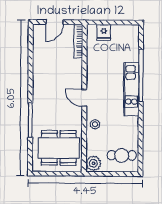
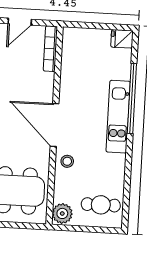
fridge: (104, 32) -> (122, 39), moved, turned 90
door: (84, 98) -> (54, 125), width x1.88

